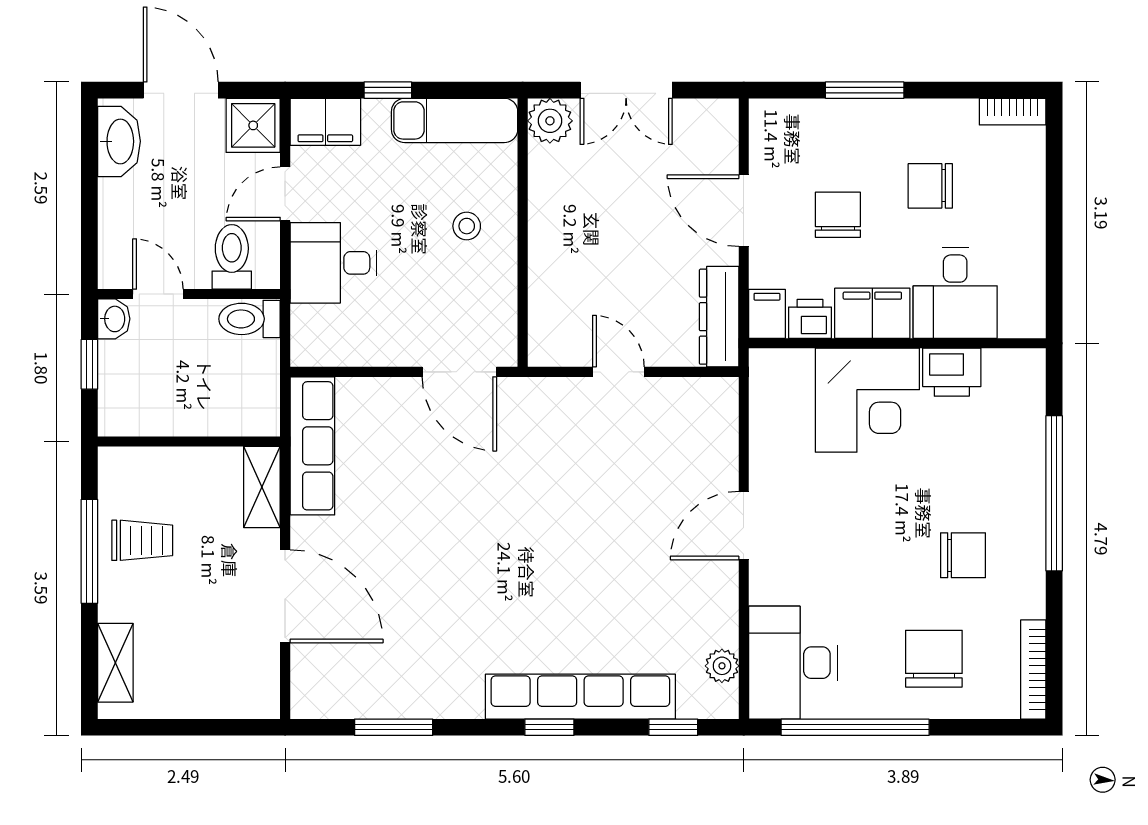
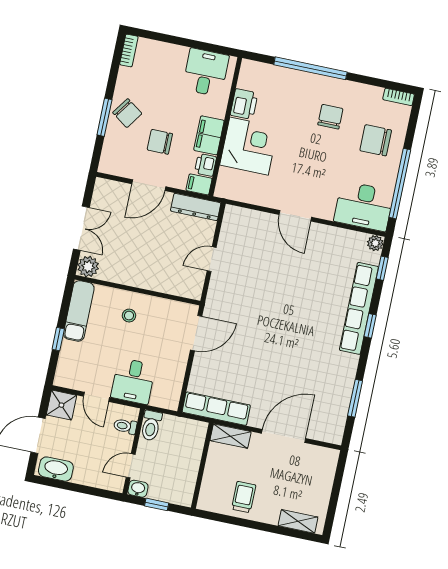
filing cabinet: (325, 122) -> (67, 371), removed
chair: (930, 186) -> (127, 113), moved, turned -55
toilet: (232, 257) -> (125, 426), width x0.73, depth x0.72
desk: (955, 293) -> (206, 72), moved, turned -90
window: (89, 551) -> (244, 523), removed
plant: (722, 666) -> (375, 243), moved
bookcase: (1033, 670) -> (399, 97), width x0.64

